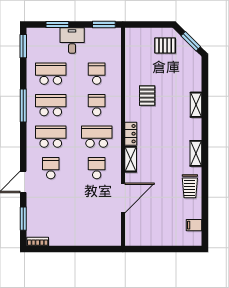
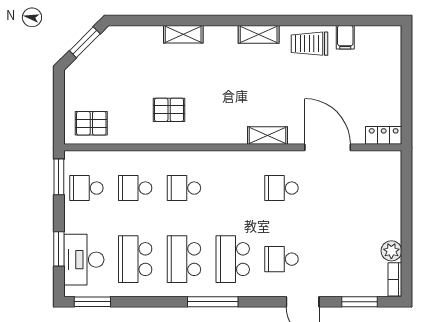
desk: (72, 41) -> (84, 260), moved, width x1.37
pallet: (165, 46) -> (91, 123), moved, turned 90
window: (23, 106) -> (213, 302), moved
locker: (131, 134) -> (384, 135), moved
school desk: (97, 137) -> (86, 188), moved, width x0.54
trolley: (190, 186) -> (309, 44), turned 180
filing cabinet: (194, 225) -> (345, 37), moved
plant: (56, 239) -> (391, 251), added

